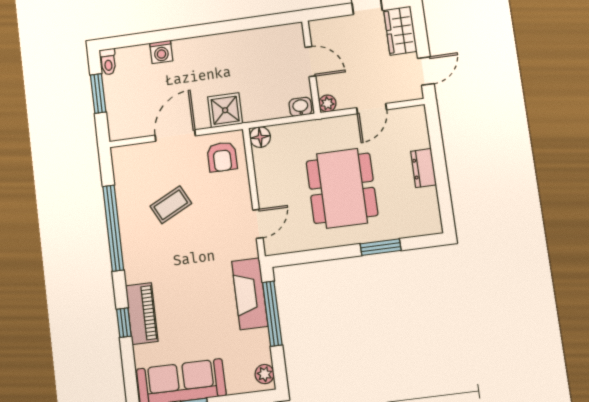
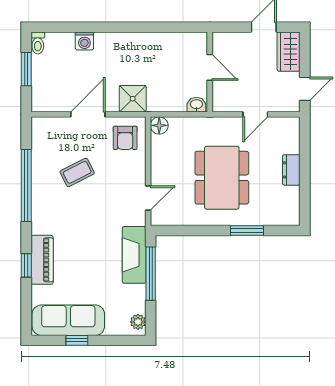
plant: (327, 103) -> (219, 105), removed

